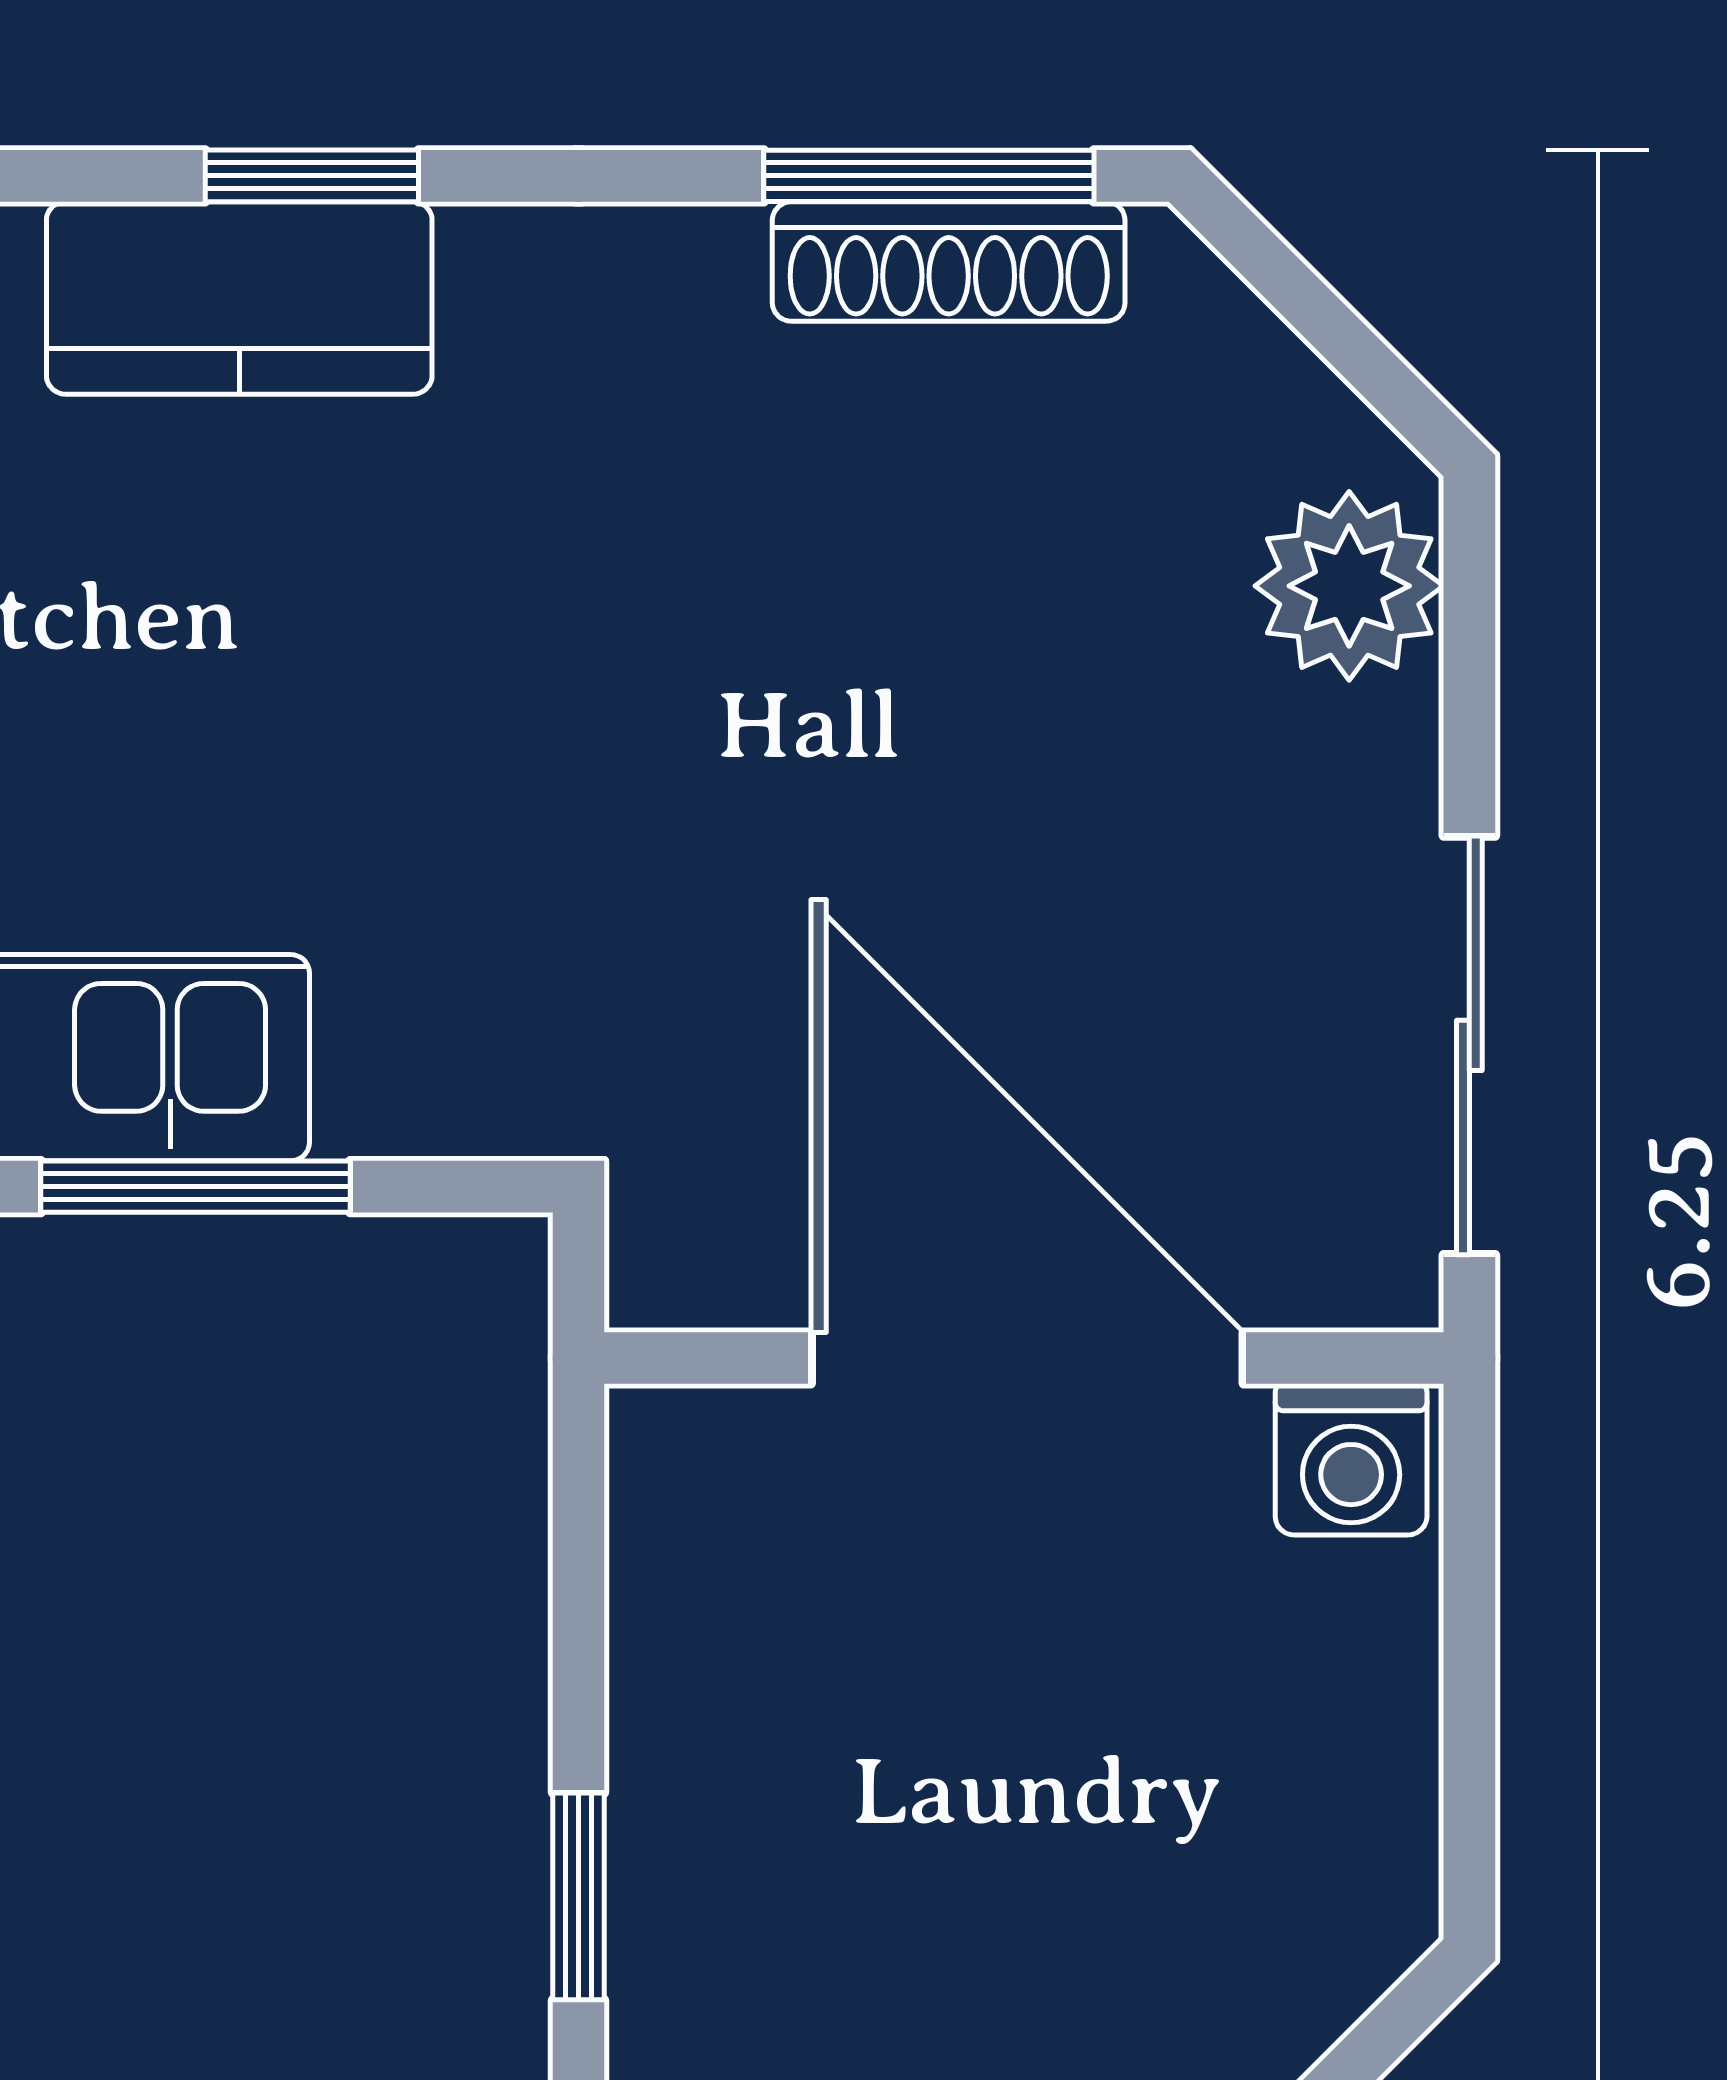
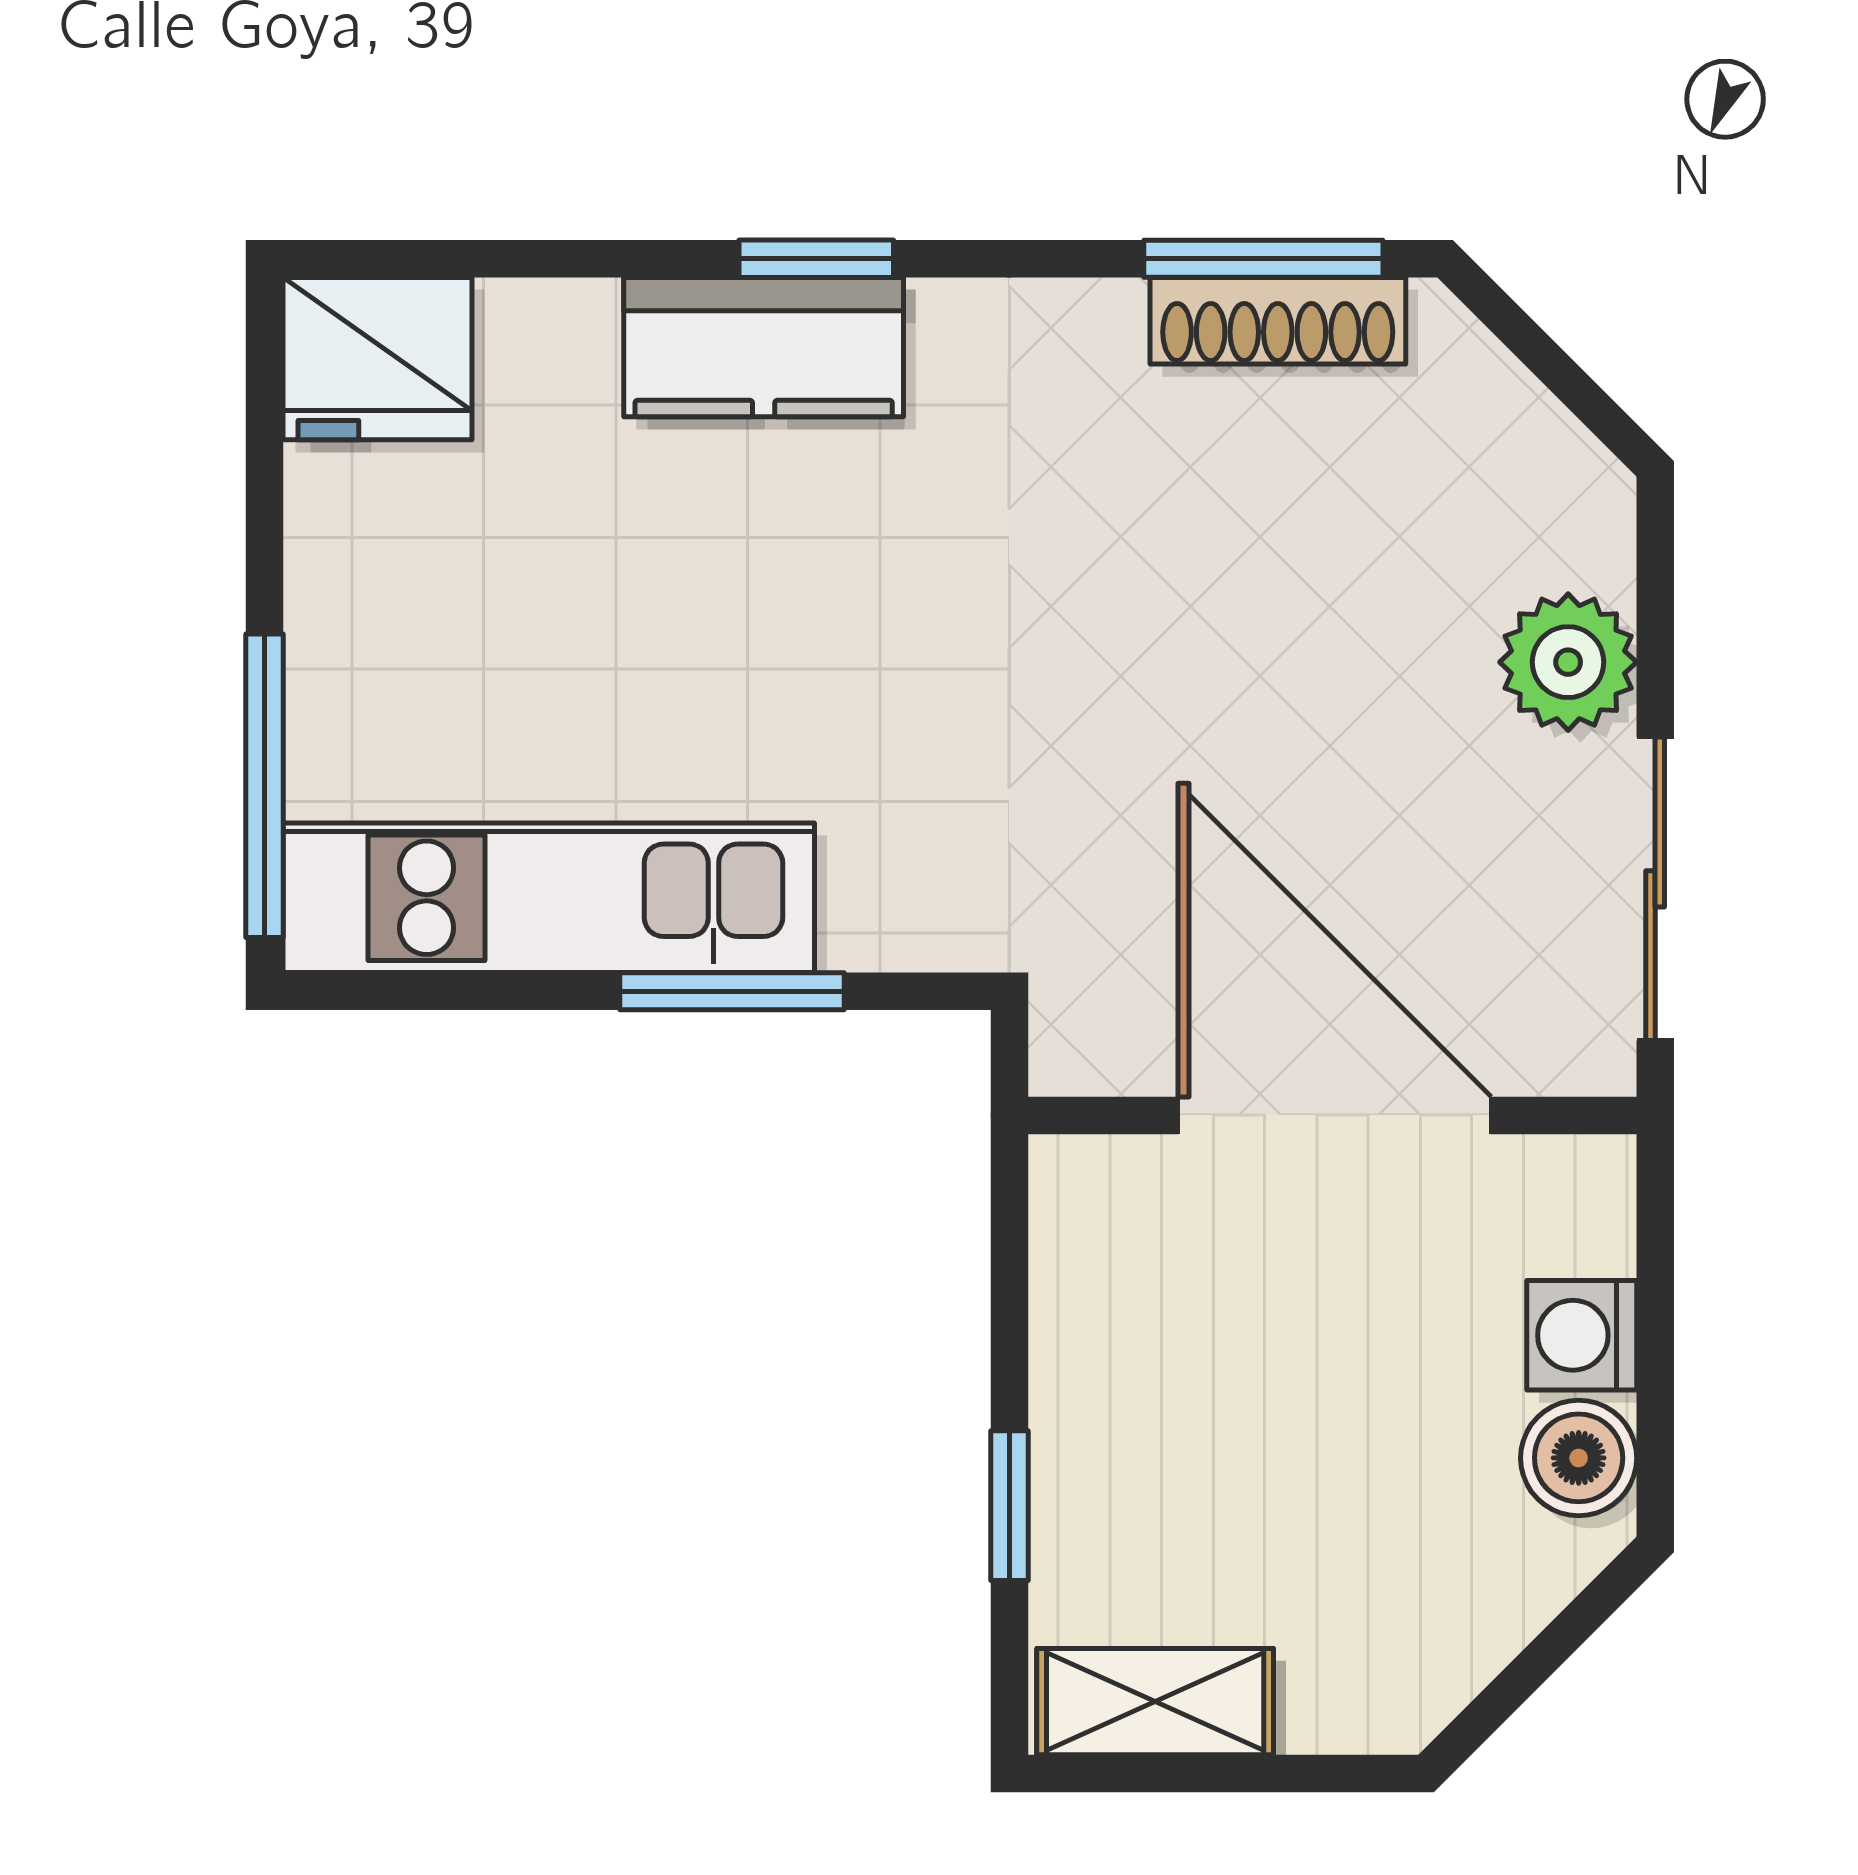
plant: (1349, 586) -> (1568, 662), moved
washing machine: (1351, 1459) -> (1582, 1335), moved, turned 90
boiler: (1364, 1831) -> (1579, 1458), added

